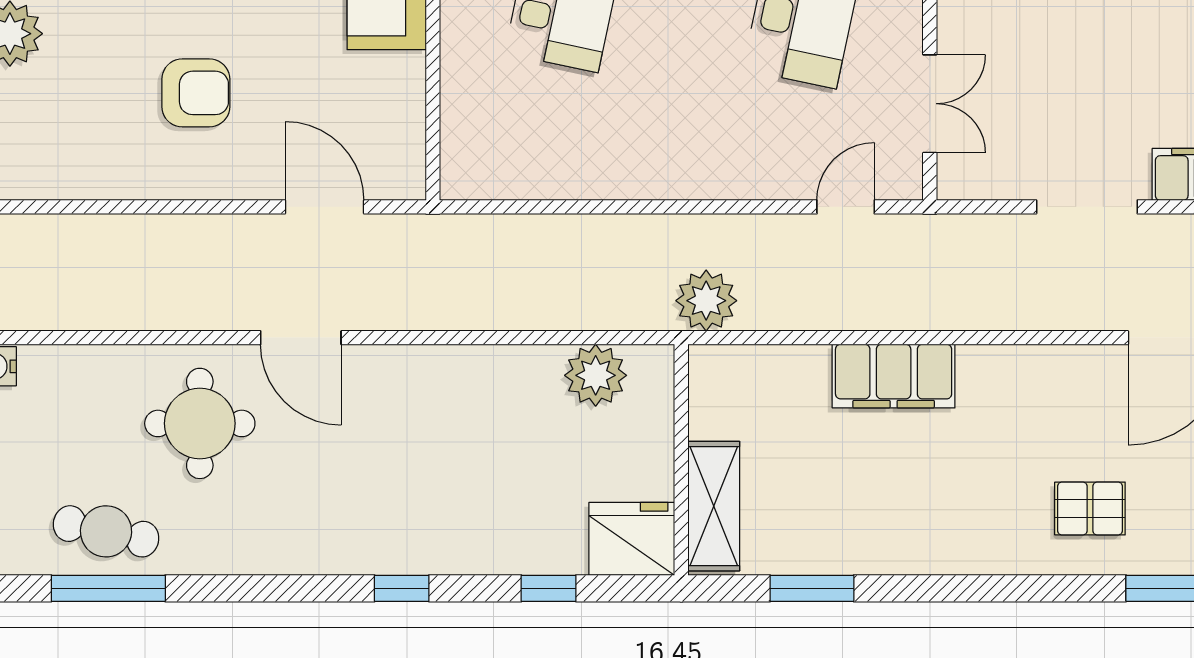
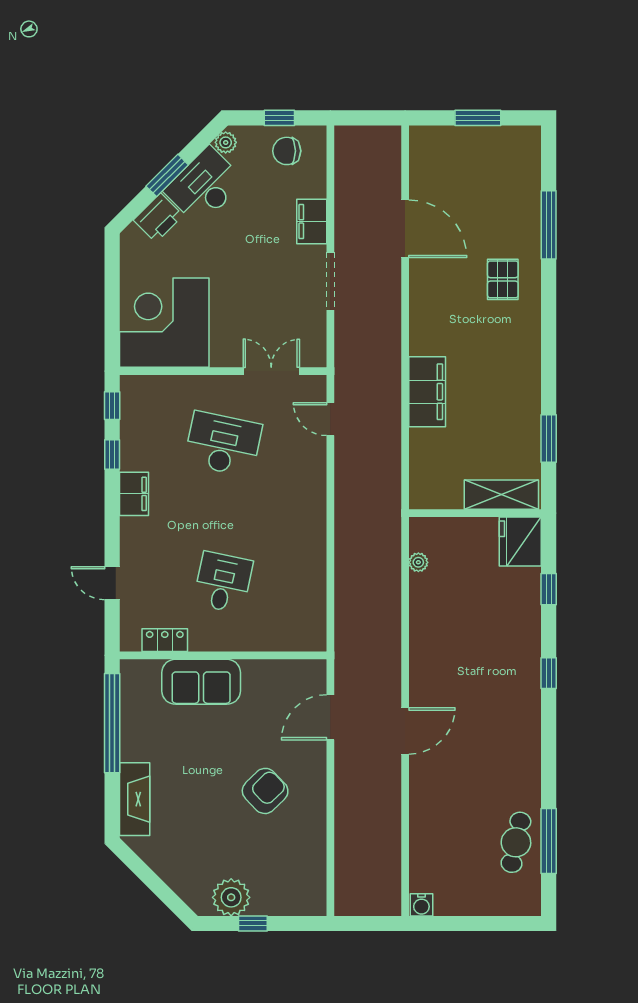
armchair: (196, 93) -> (265, 791), turned 46
plant: (706, 301) -> (384, 499), removed
plant: (596, 375) -> (418, 562), width x0.53, depth x0.53
round table: (200, 423) -> (454, 789), removed

